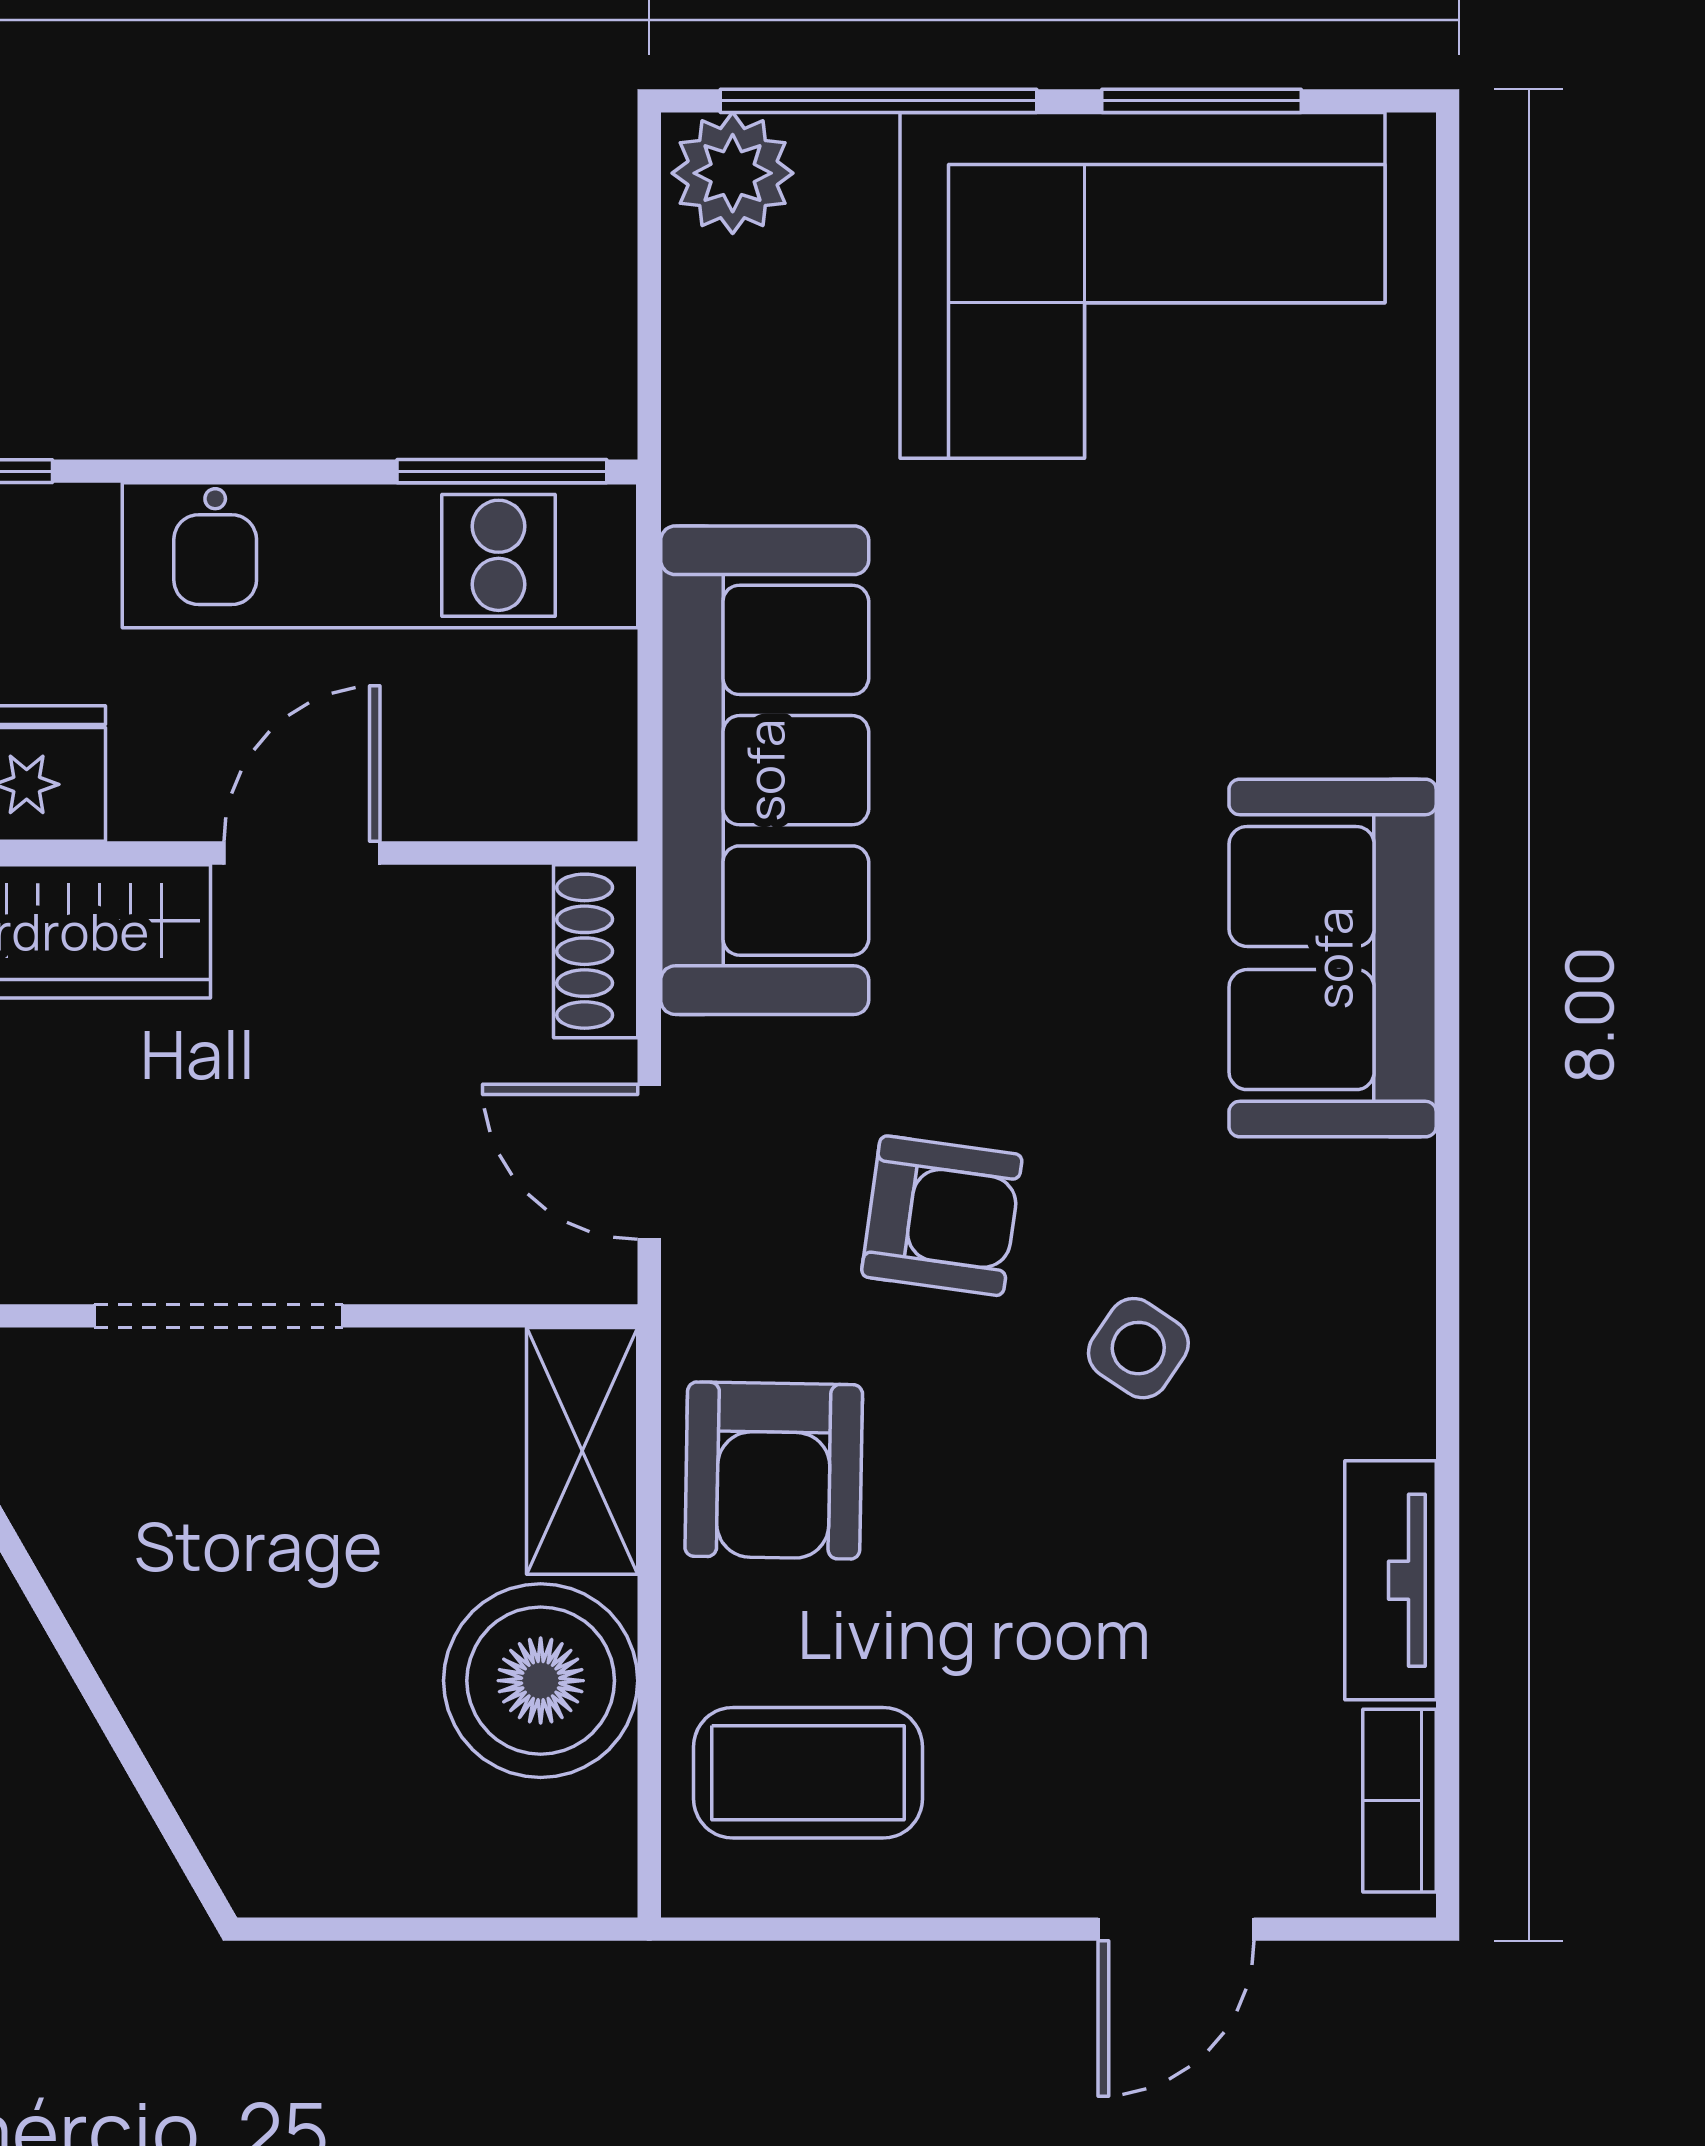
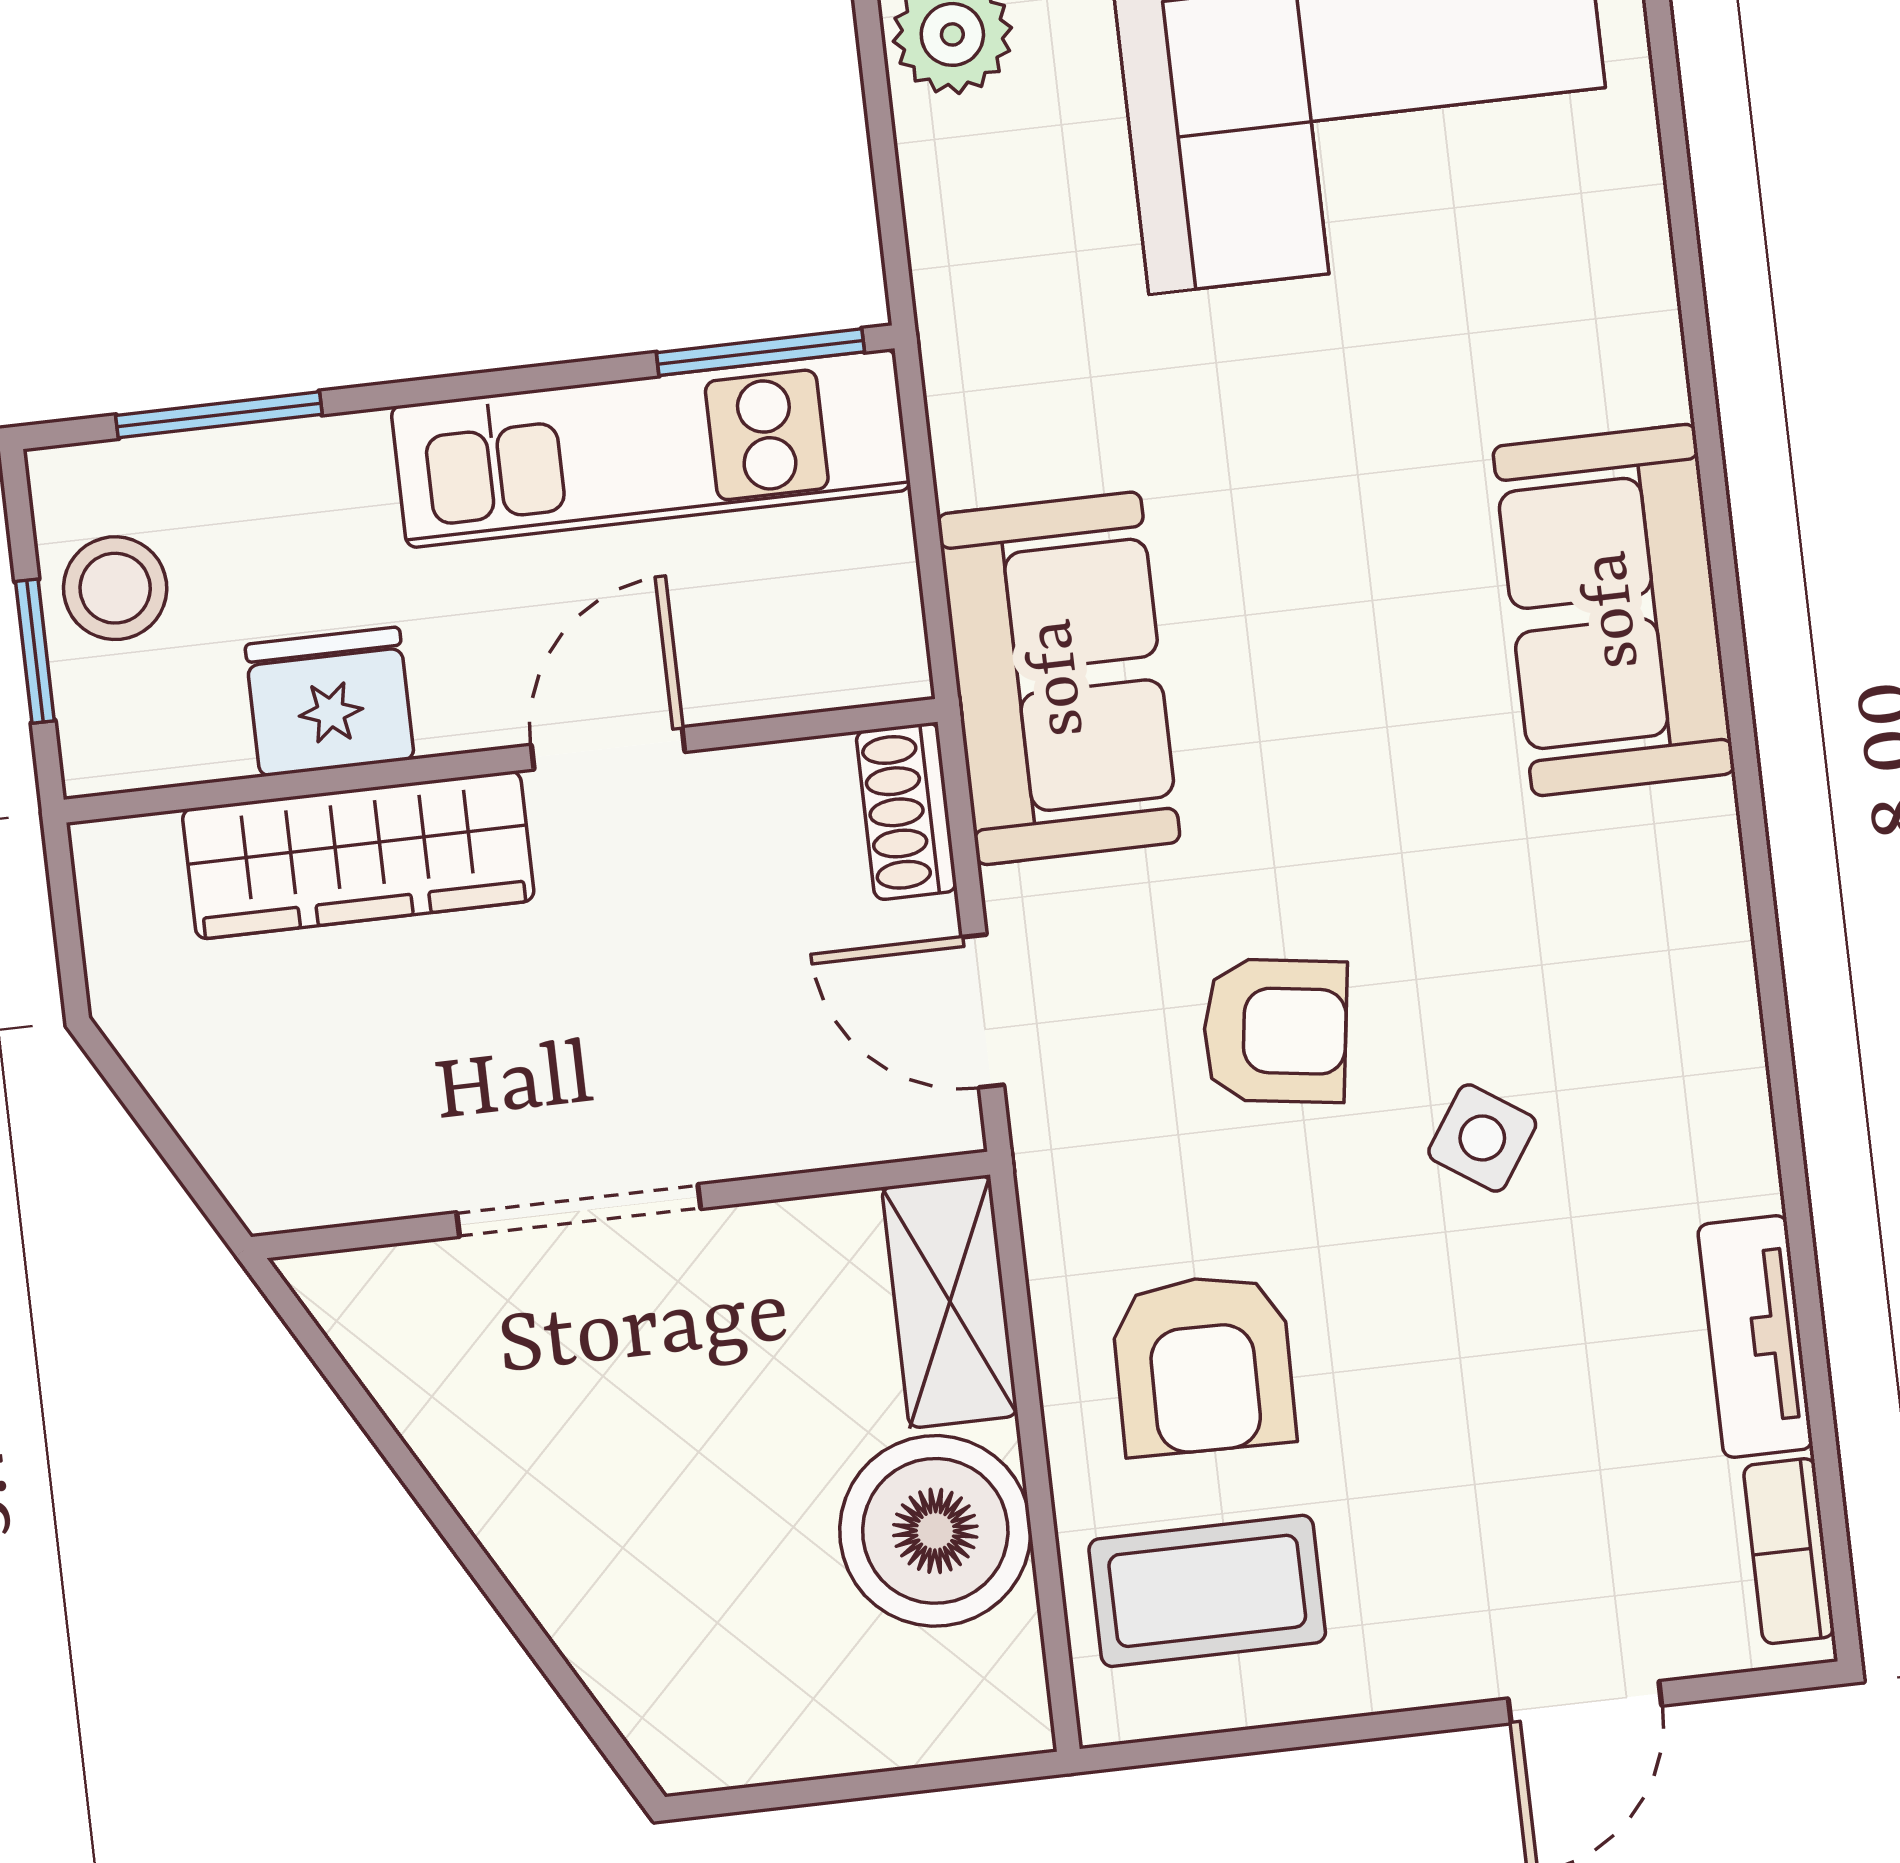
sofa: (765, 770) -> (1059, 678), width x0.73
sofa: (1333, 958) -> (1614, 610), moved
armchair: (774, 1470) -> (1203, 1364), moved

